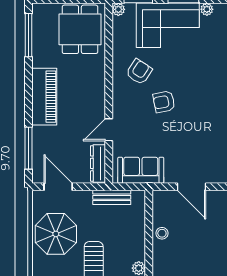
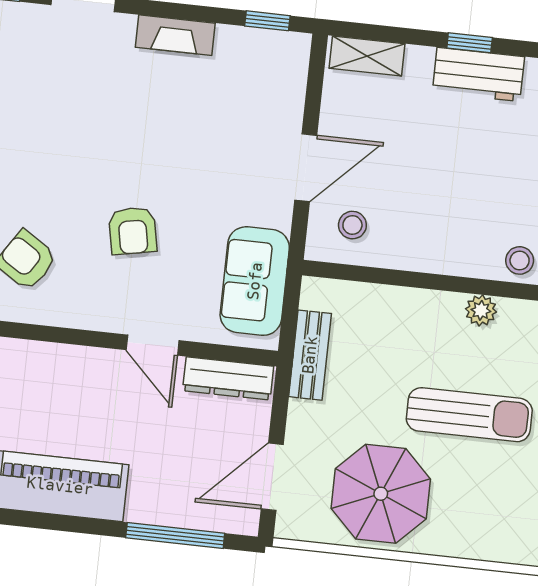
armchair: (164, 102) -> (133, 231), moved
stool: (162, 233) -> (352, 225), moved

